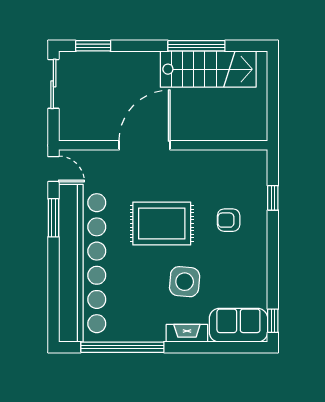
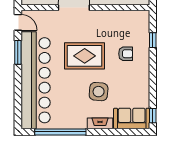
armchair: (229, 220) -> (126, 54), turned 180

